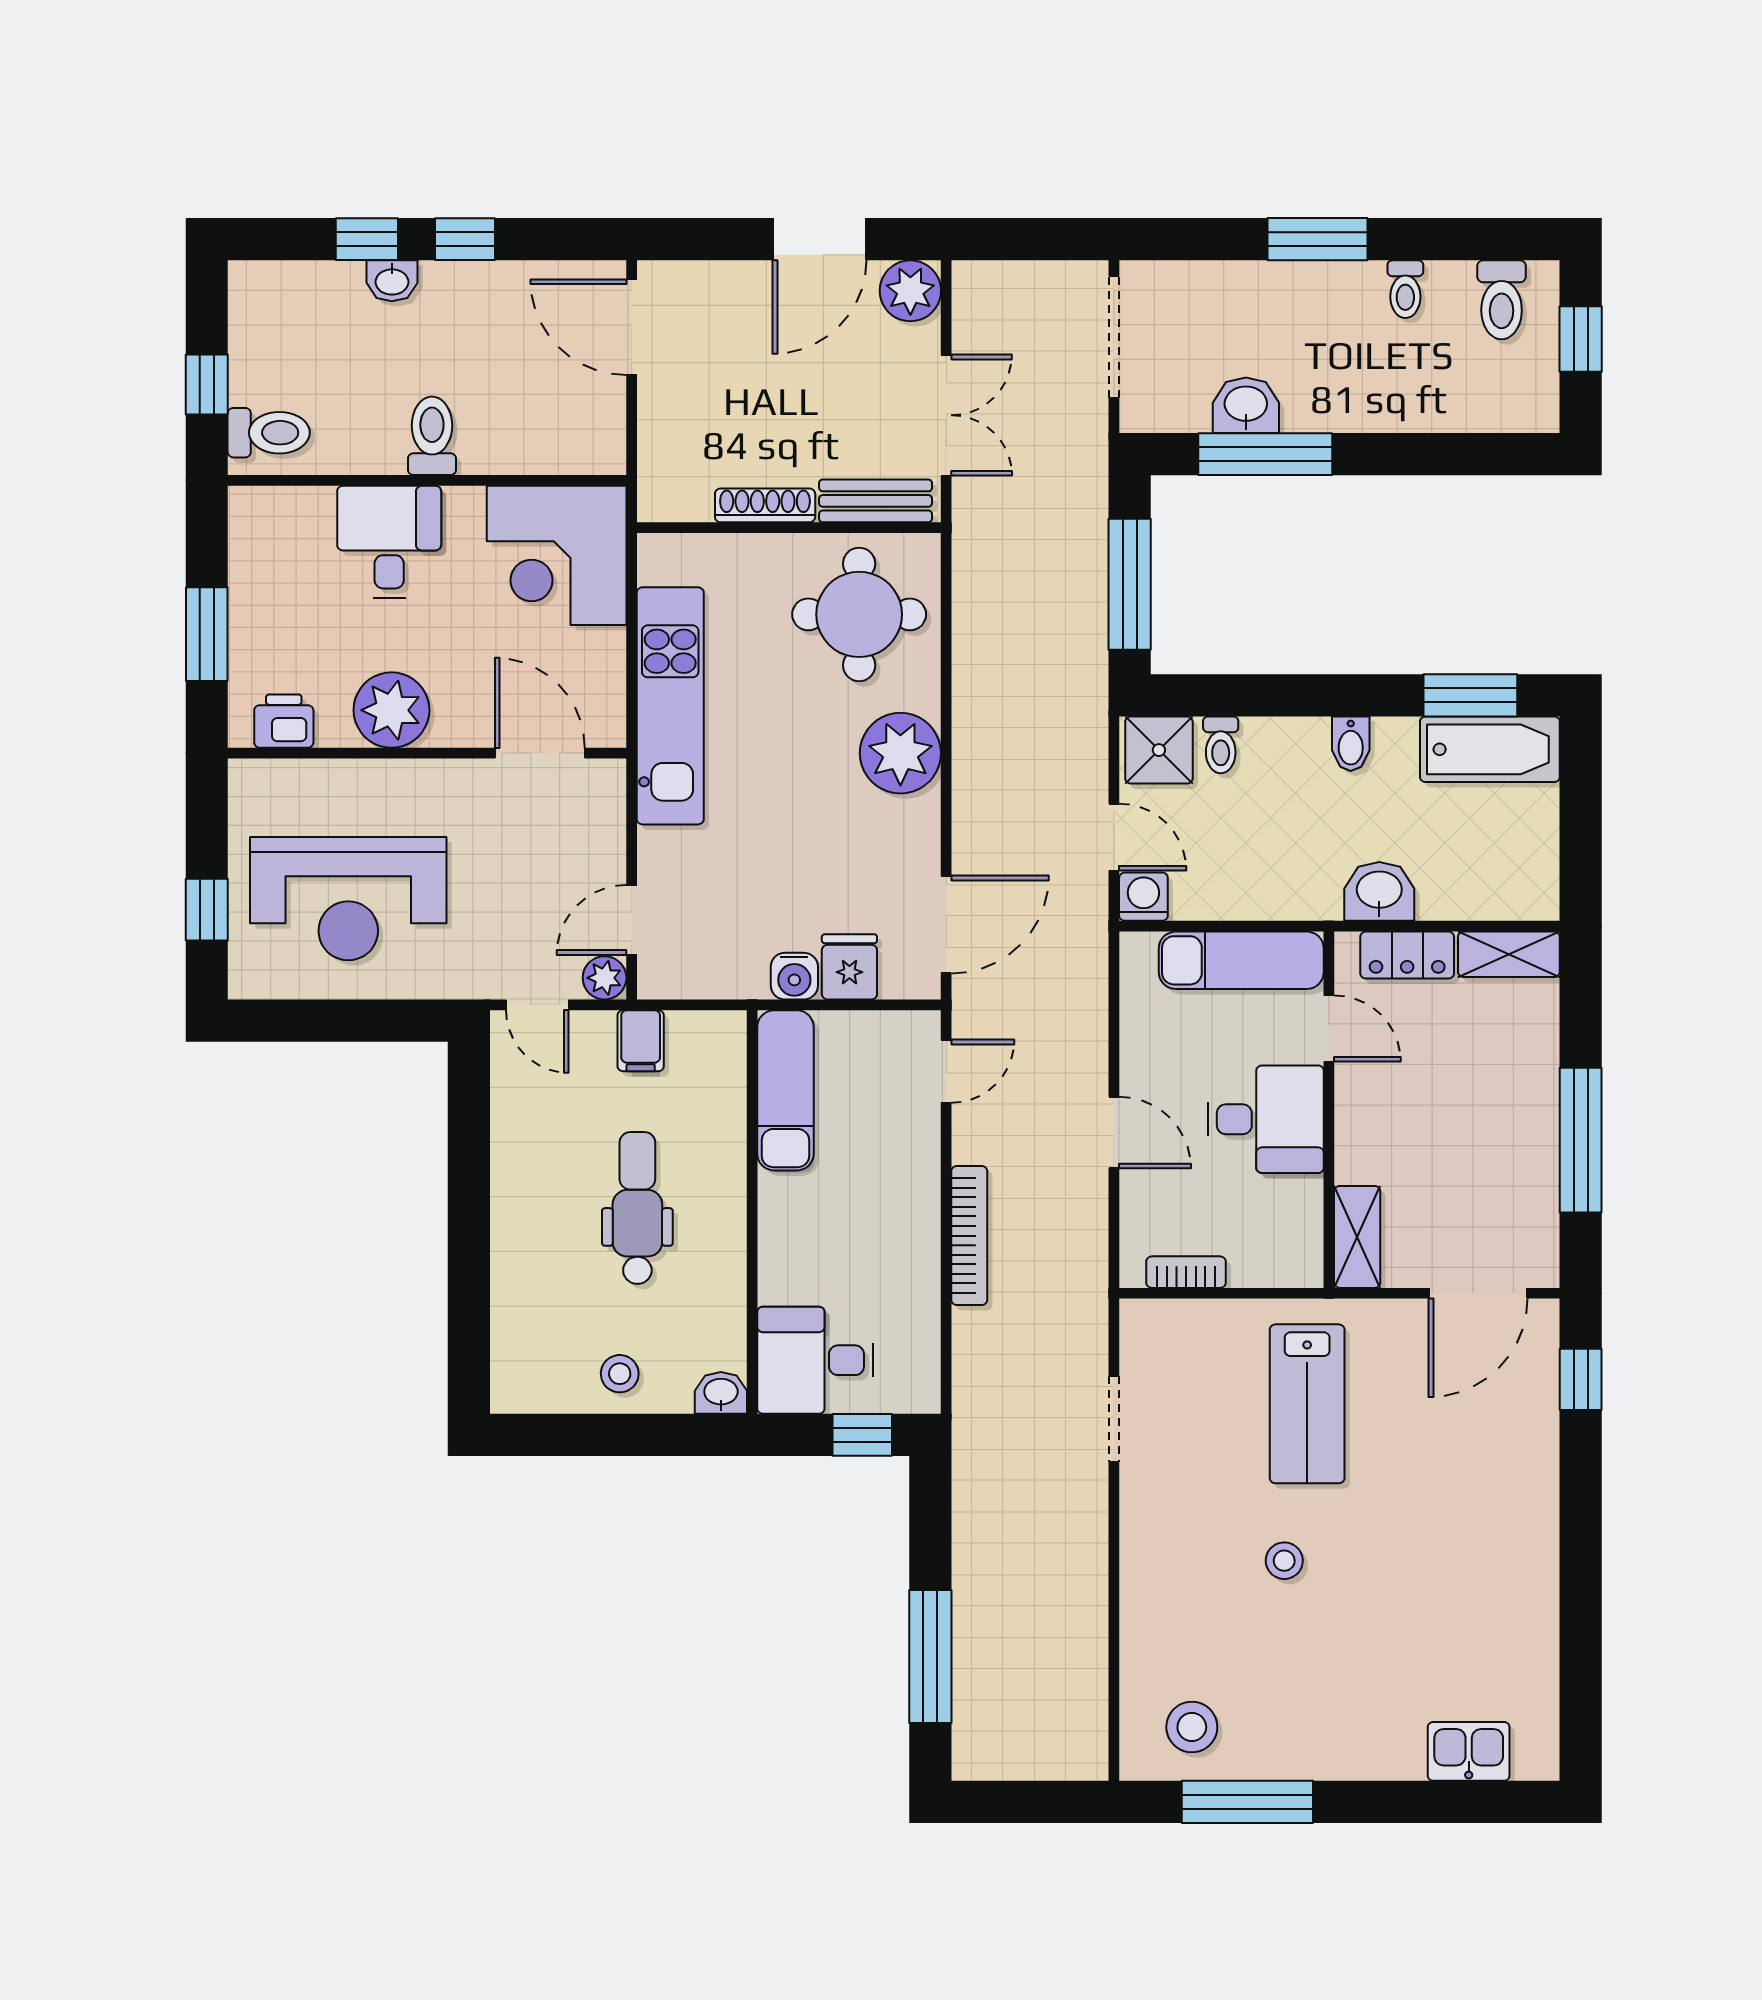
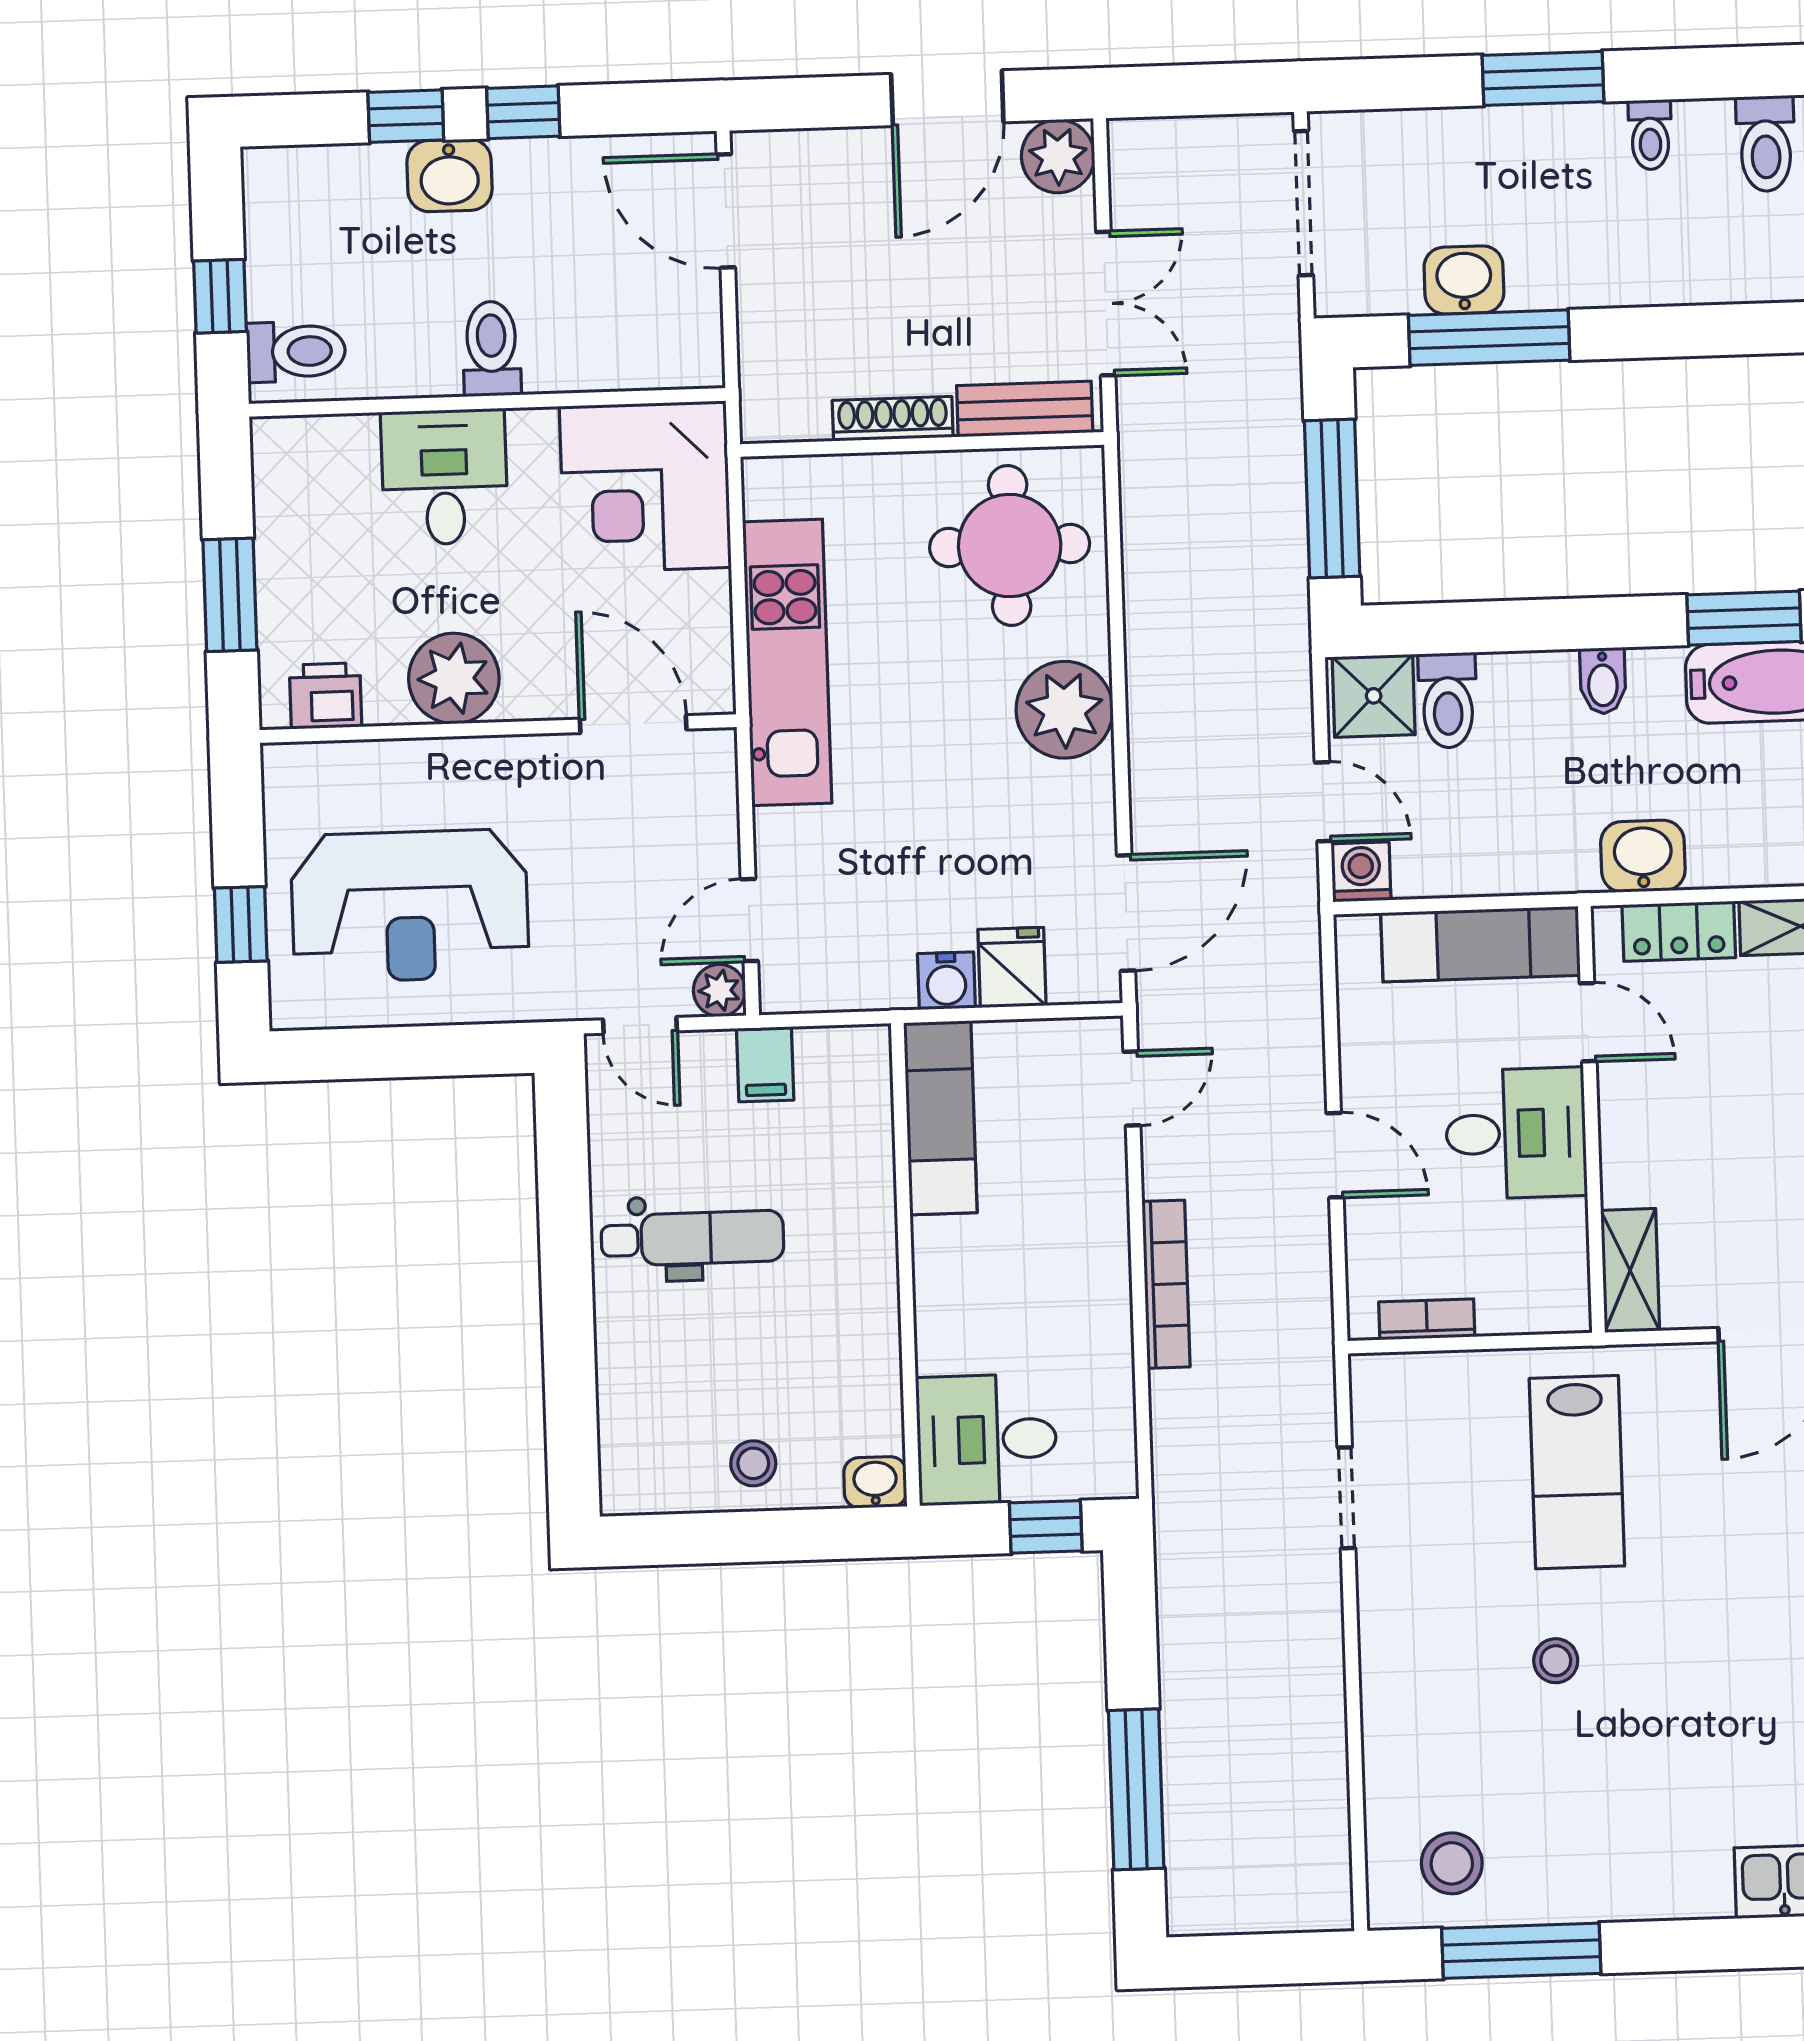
washbasin: (392, 281) -> (449, 175), width x1.38, depth x1.45
toilet: (1221, 745) -> (1448, 700), width x1.37, depth x1.39
dental chair: (637, 1208) -> (692, 1238), moved, turned 90

